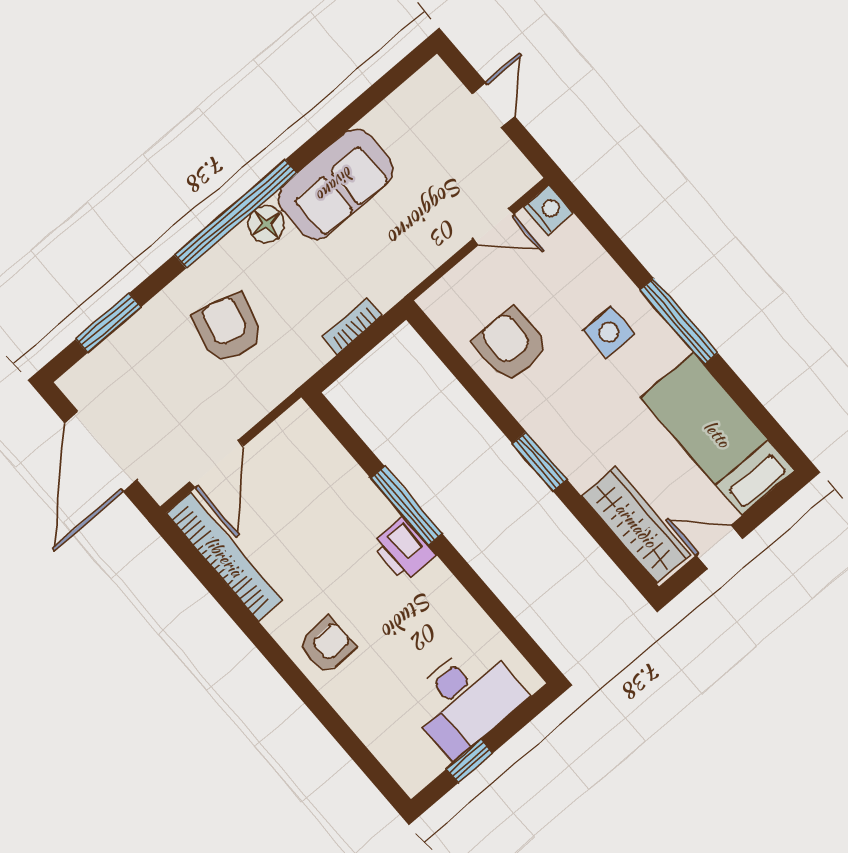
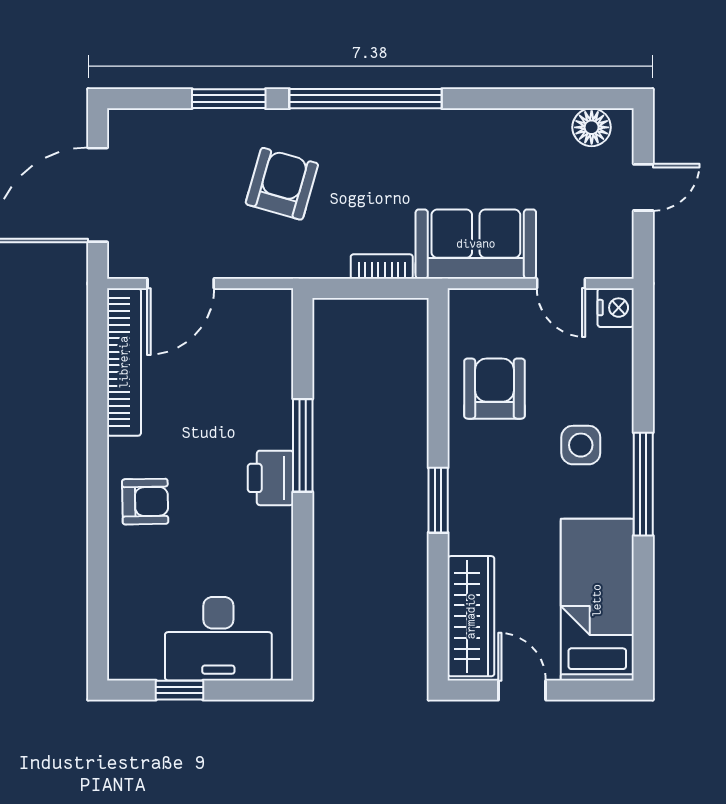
sofa: (336, 184) -> (476, 244), moved, turned 180
floor lamp: (266, 224) -> (592, 127), moved
window: (108, 323) -> (229, 99), moved

